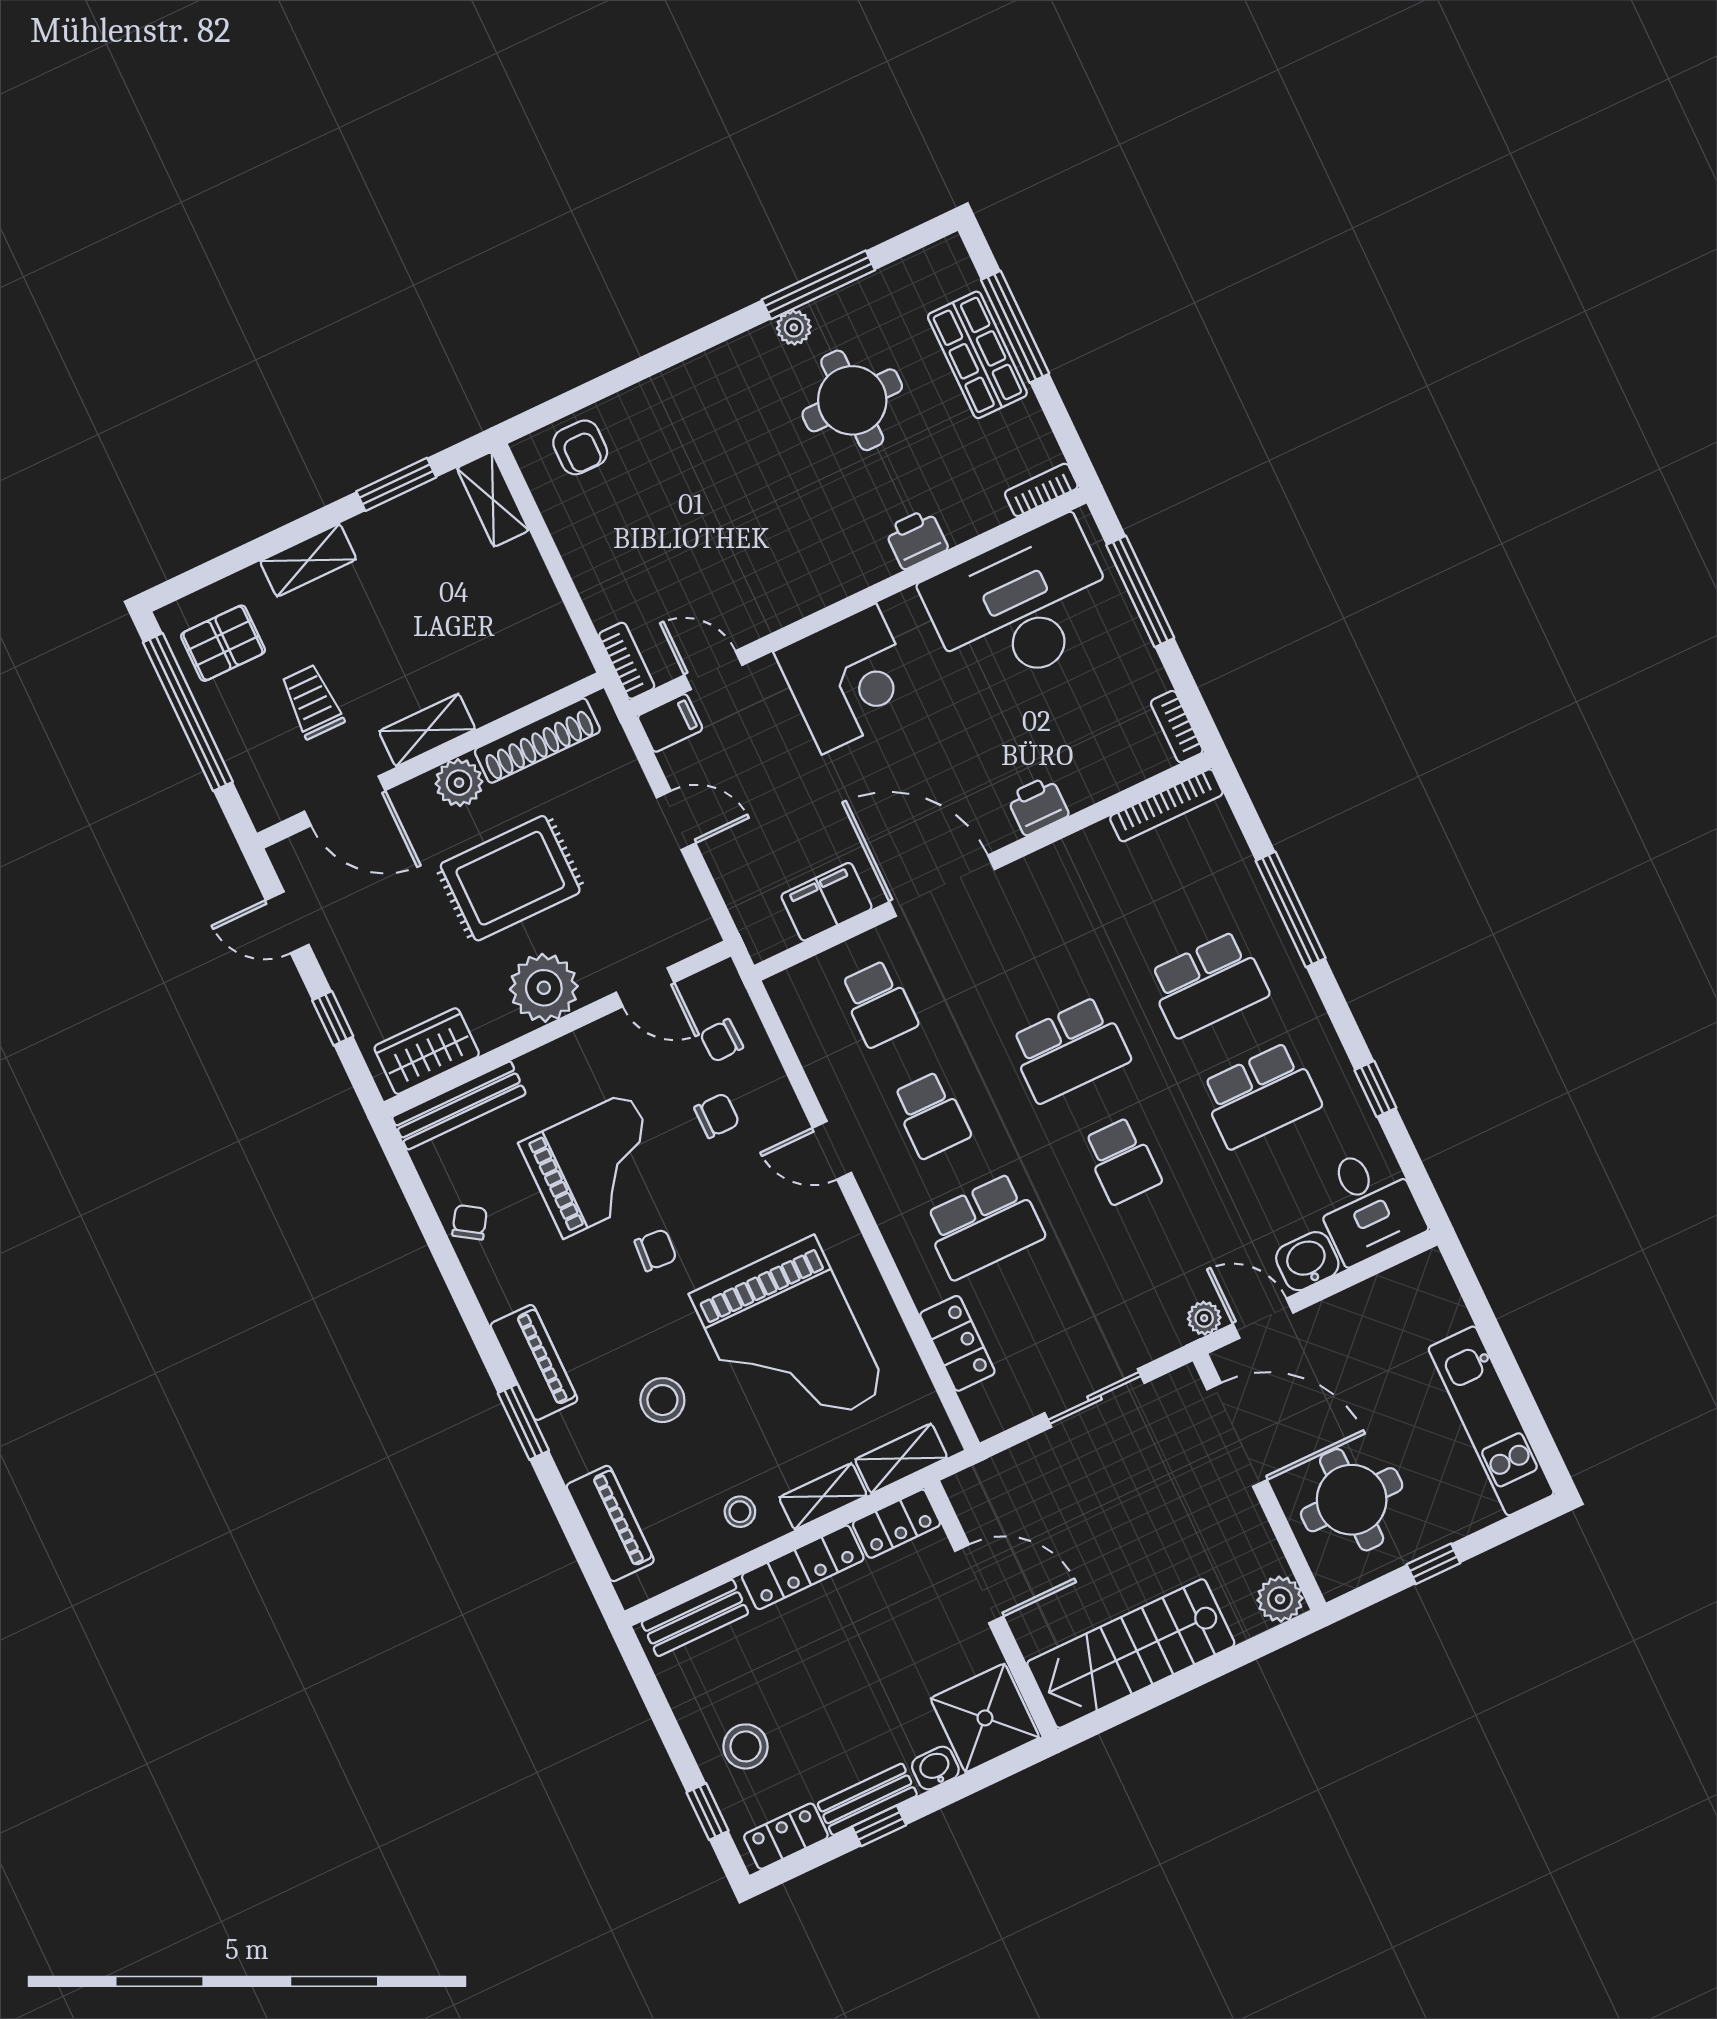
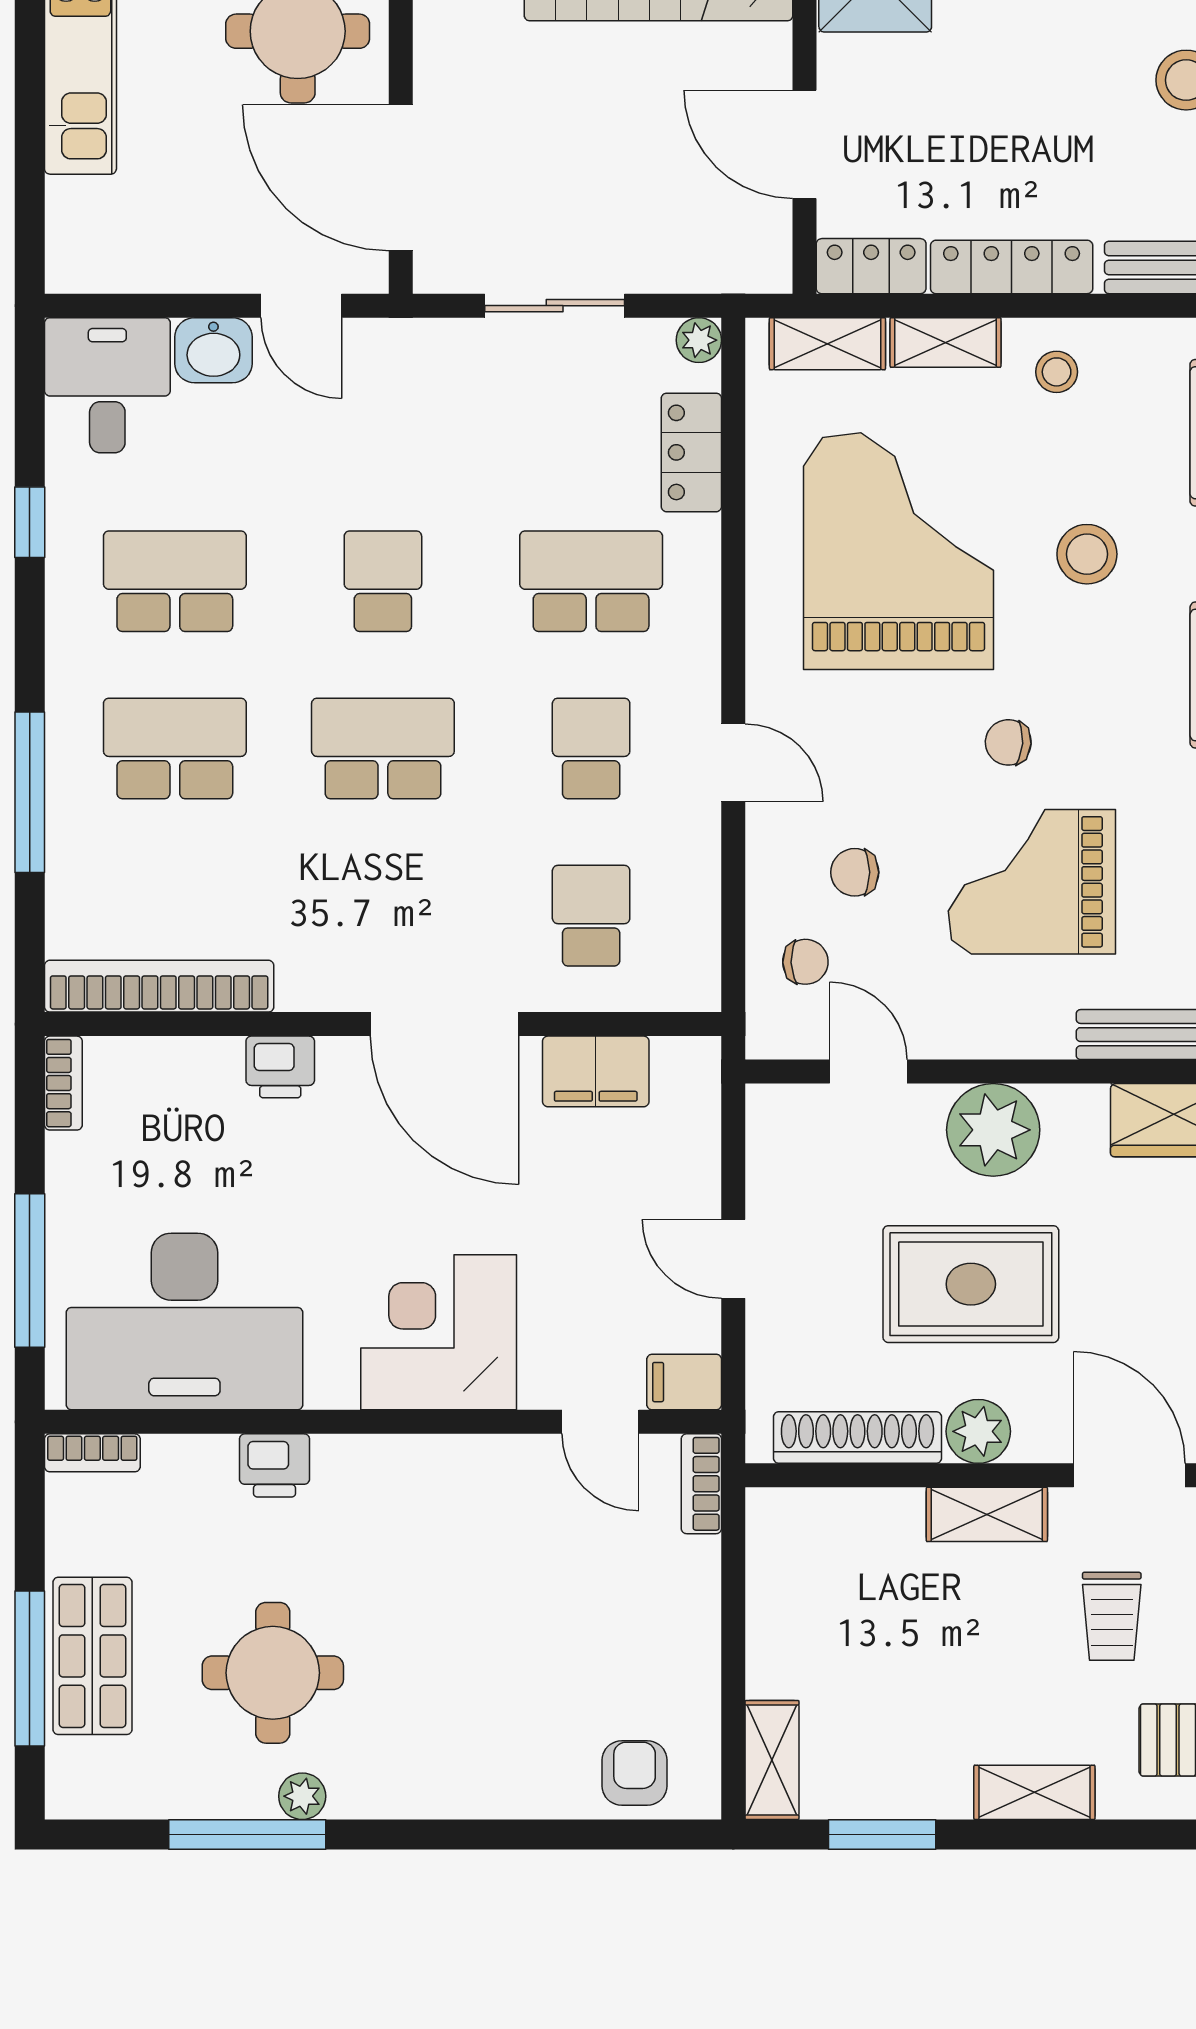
bookcase: (1166, 805) -> (159, 986), width x1.48, depth x1.31
plant: (1204, 1318) -> (699, 340), moved

